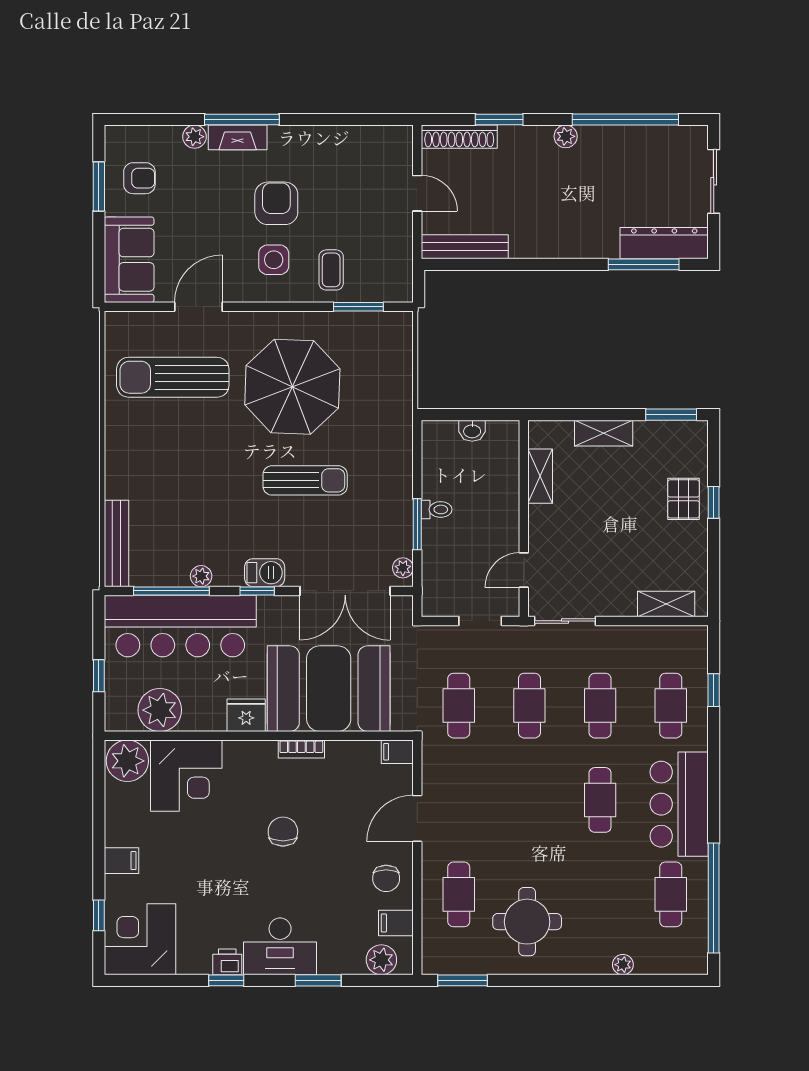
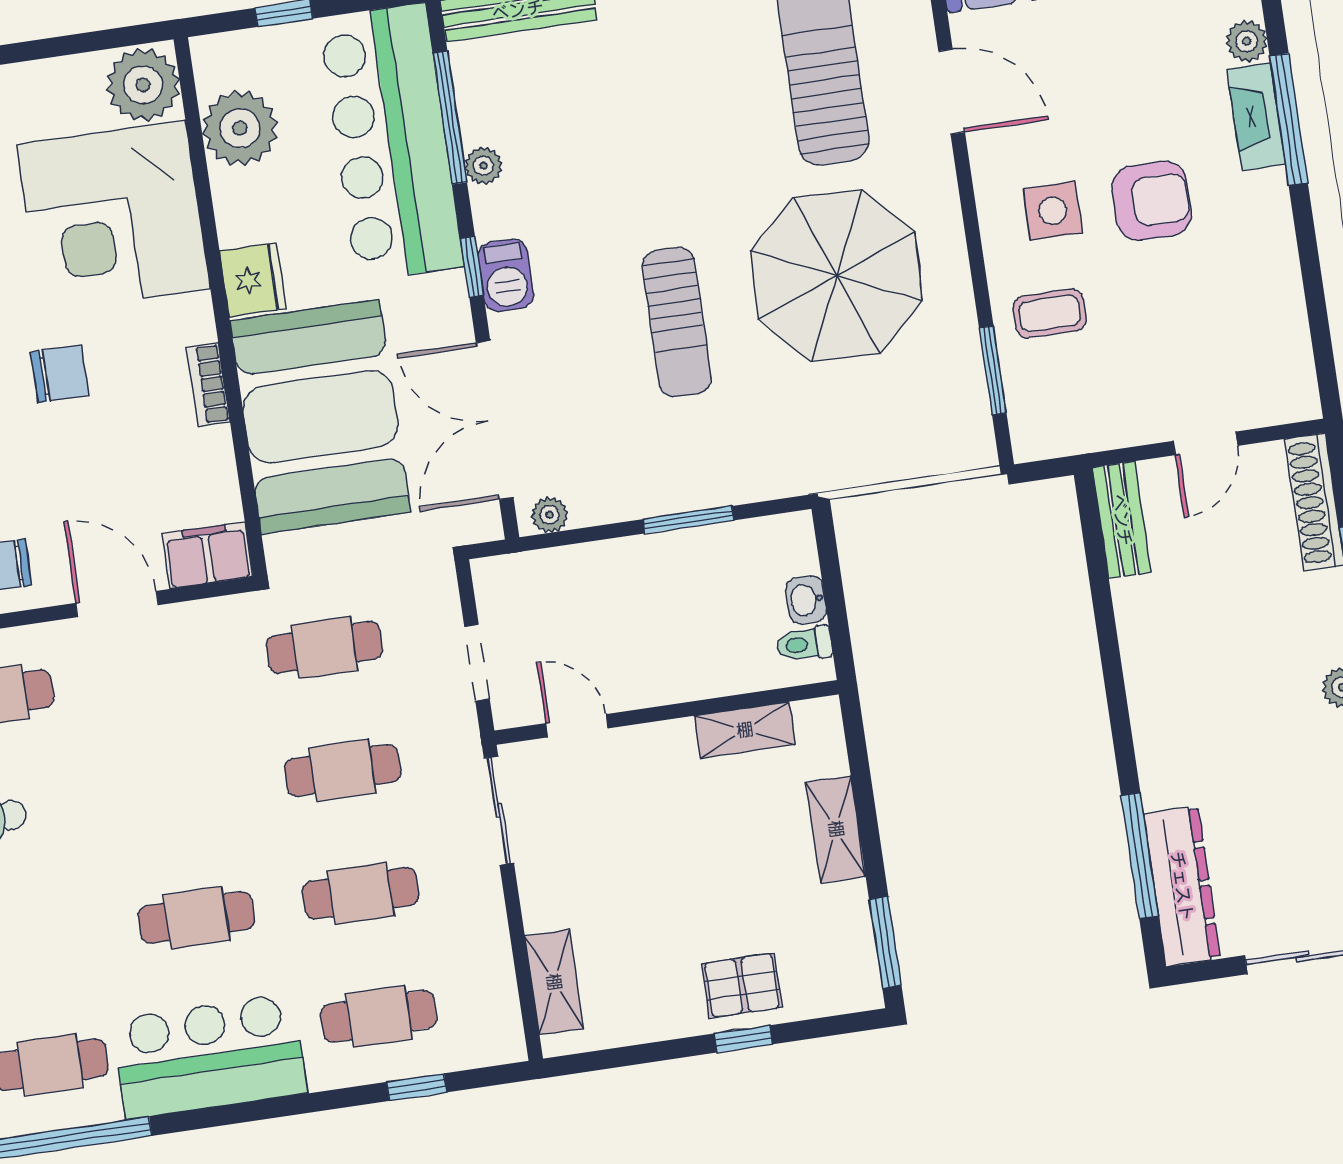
bench: (465, 247) -> (1122, 520), width x0.73
toilet: (437, 509) -> (804, 644), moved, turned 90
window: (417, 524) -> (688, 520), moved
filing cabinet: (397, 752) -> (208, 555), width x2.00
corner desk: (186, 776) -> (113, 217), width x1.36, depth x1.36

